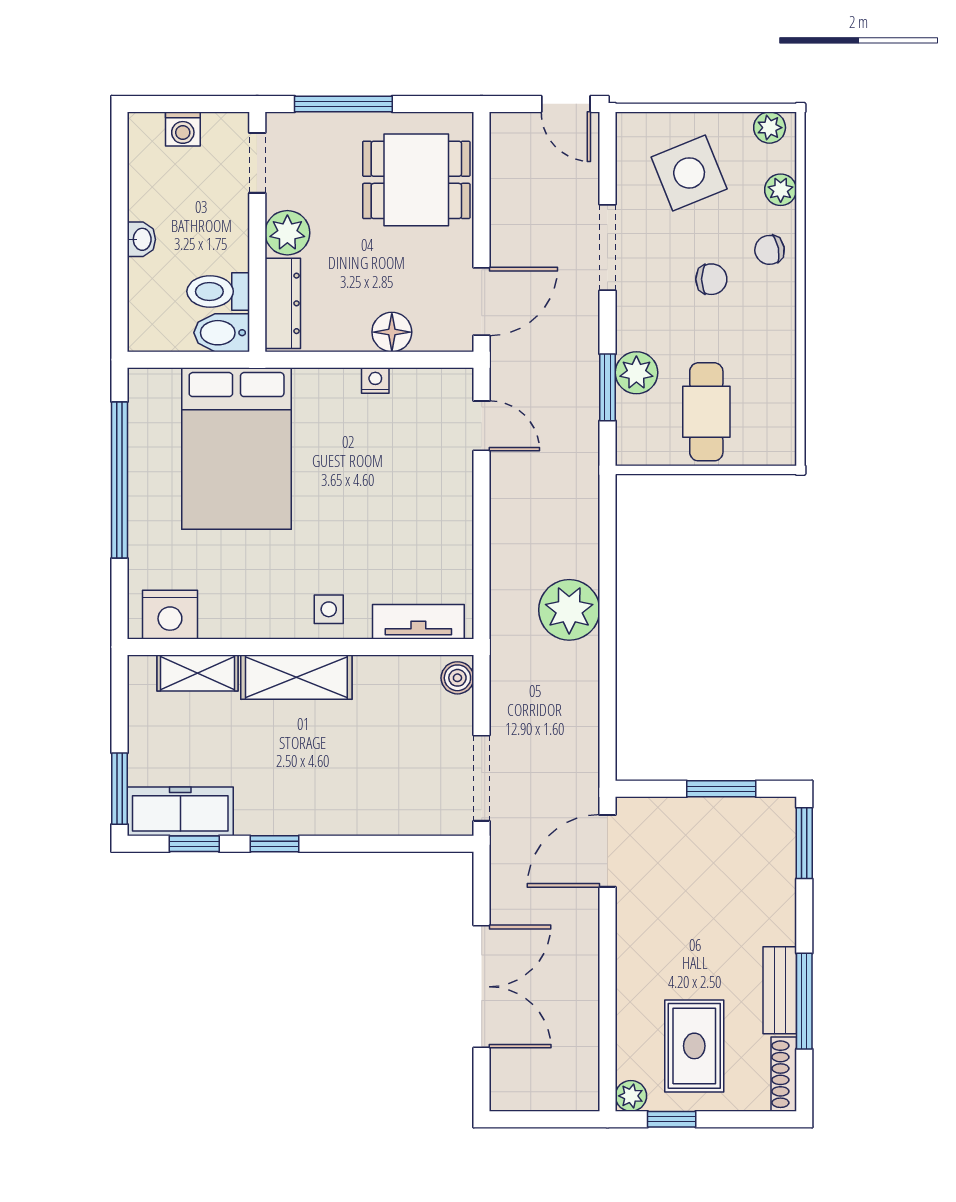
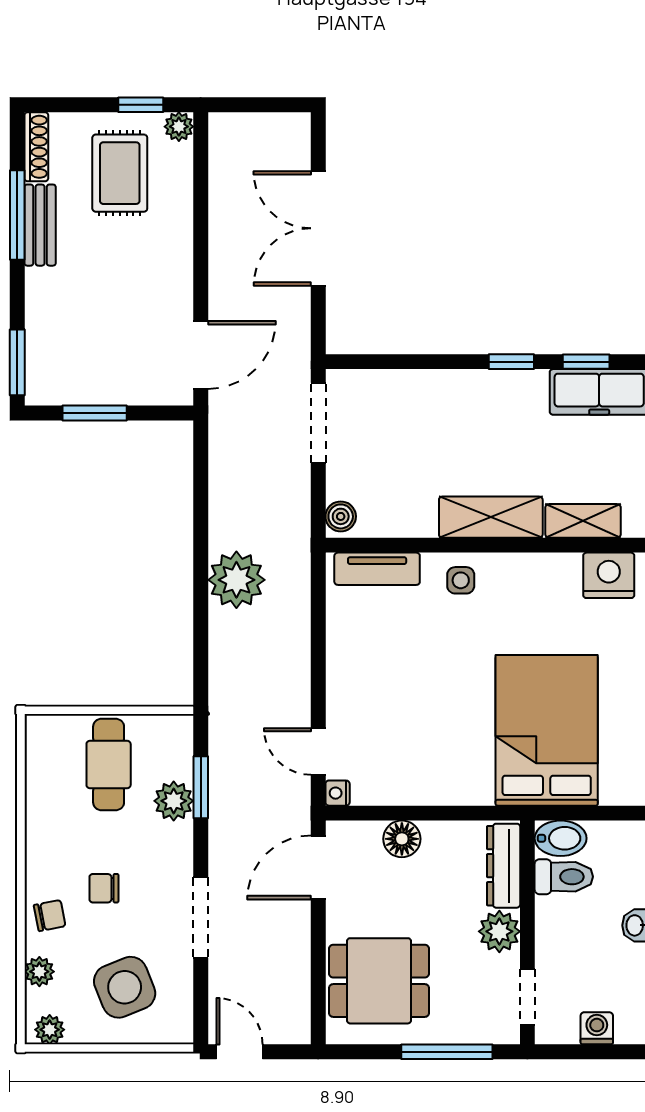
nightstand: (375, 380) -> (338, 793), moved, turned 90

